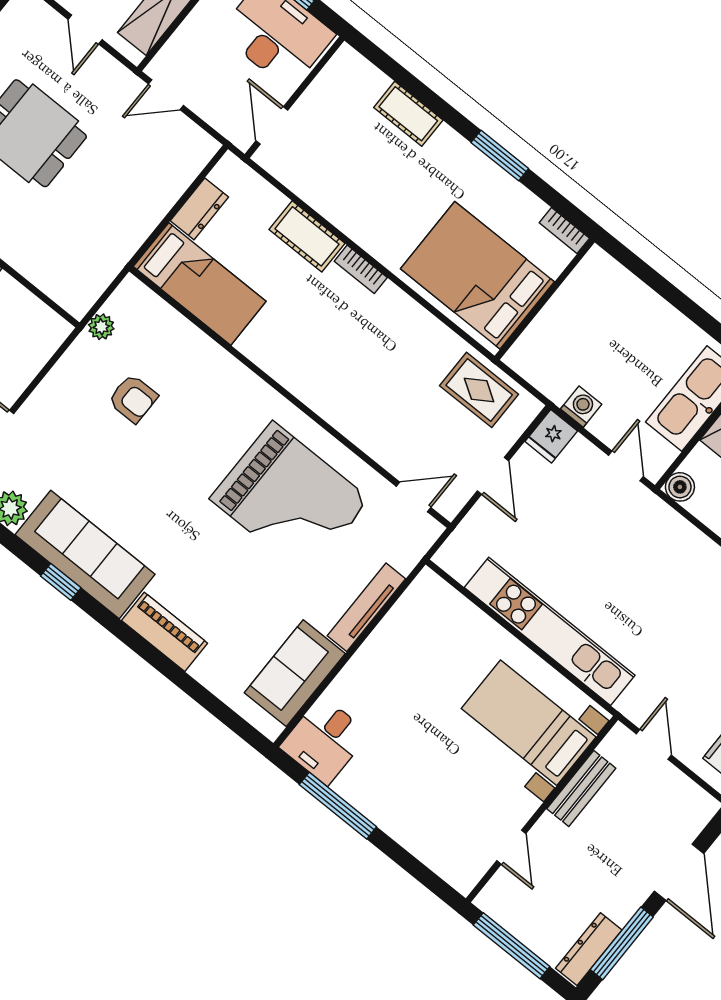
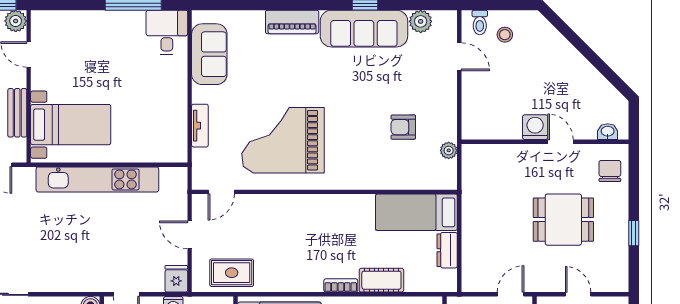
tv unit: (366, 607) -> (200, 126), width x0.71
plant: (495, 900) -> (16, 21), added

